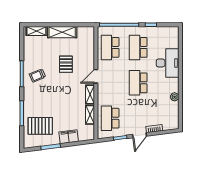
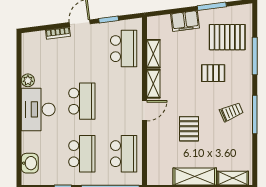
washbasin: (173, 41) -> (30, 163), added
desk: (168, 63) -> (38, 109), moved
pallet: (50, 102) -> (213, 73), added

